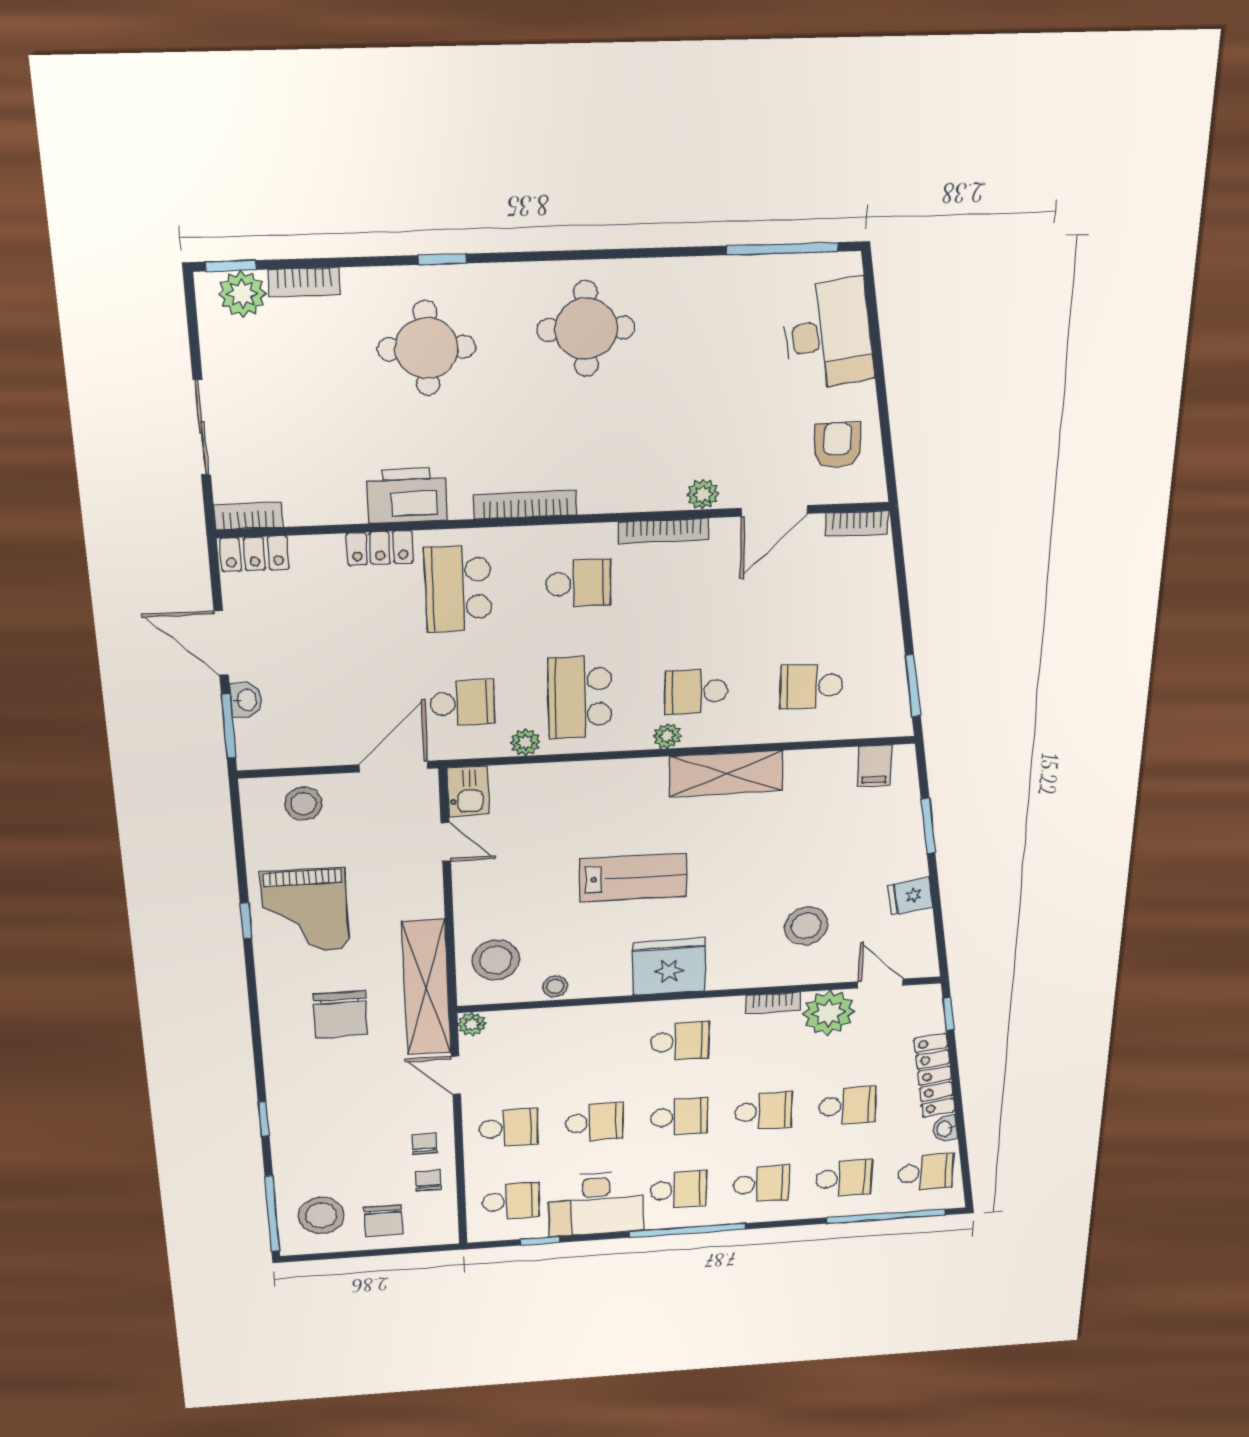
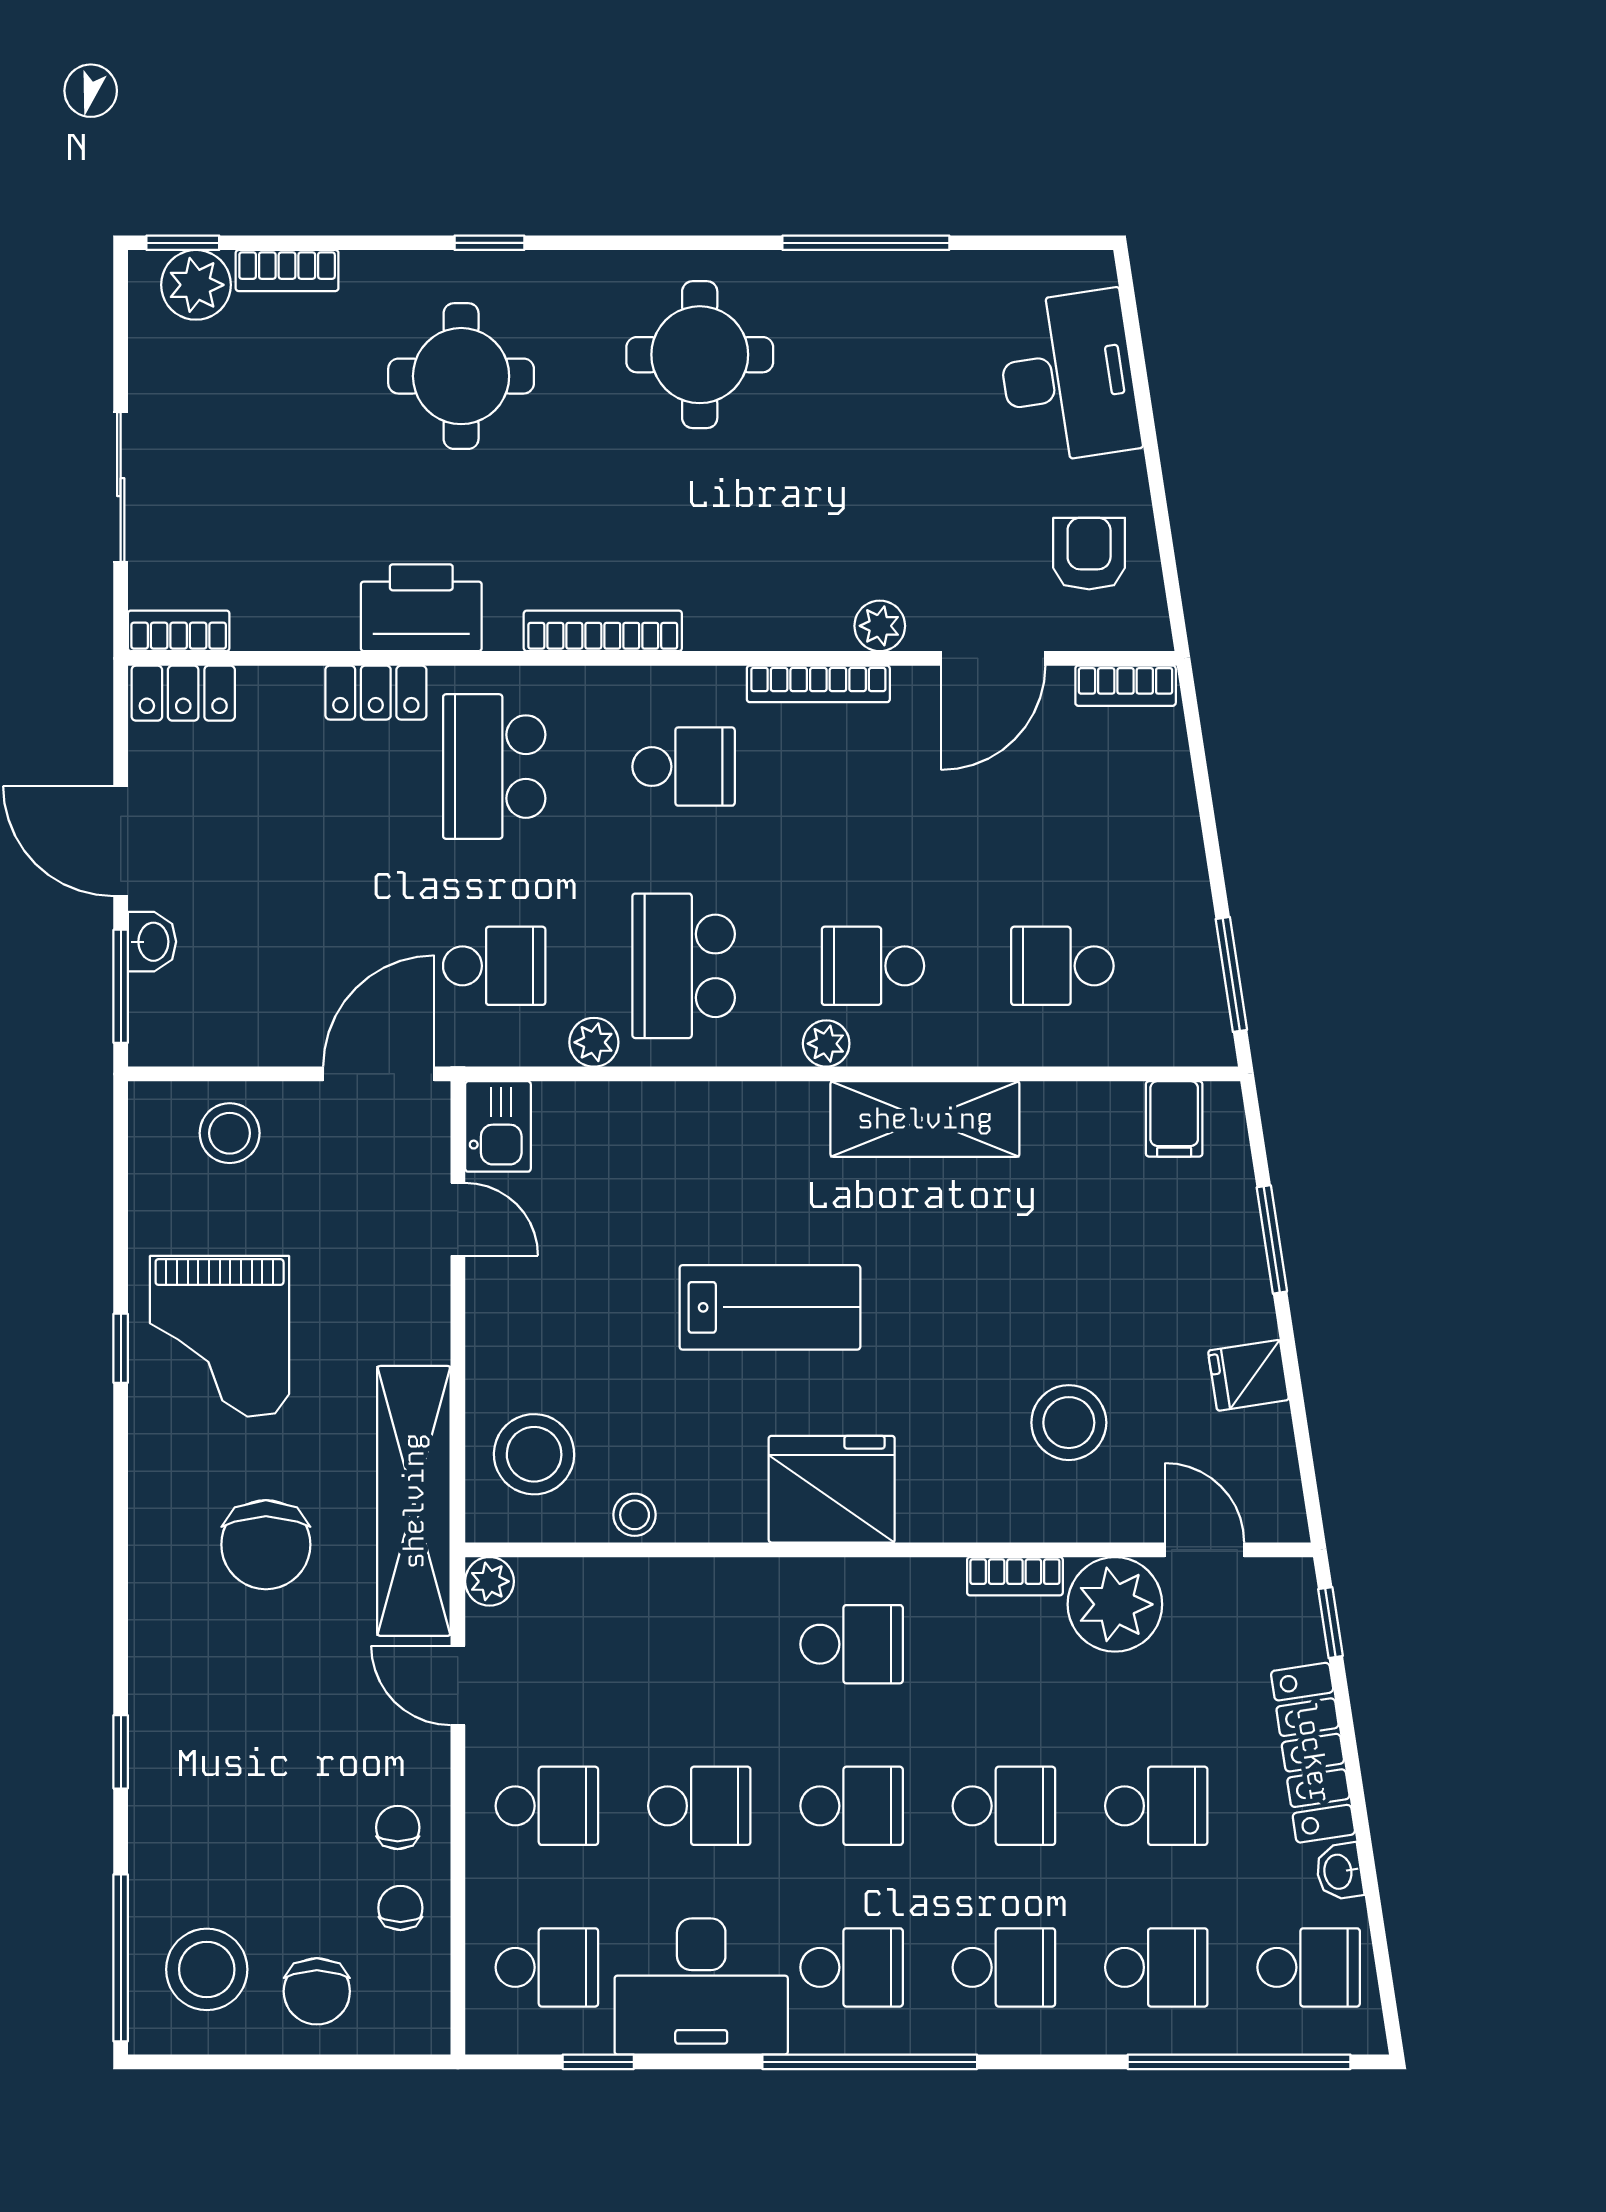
window: (783, 249) -> (866, 243), moved

